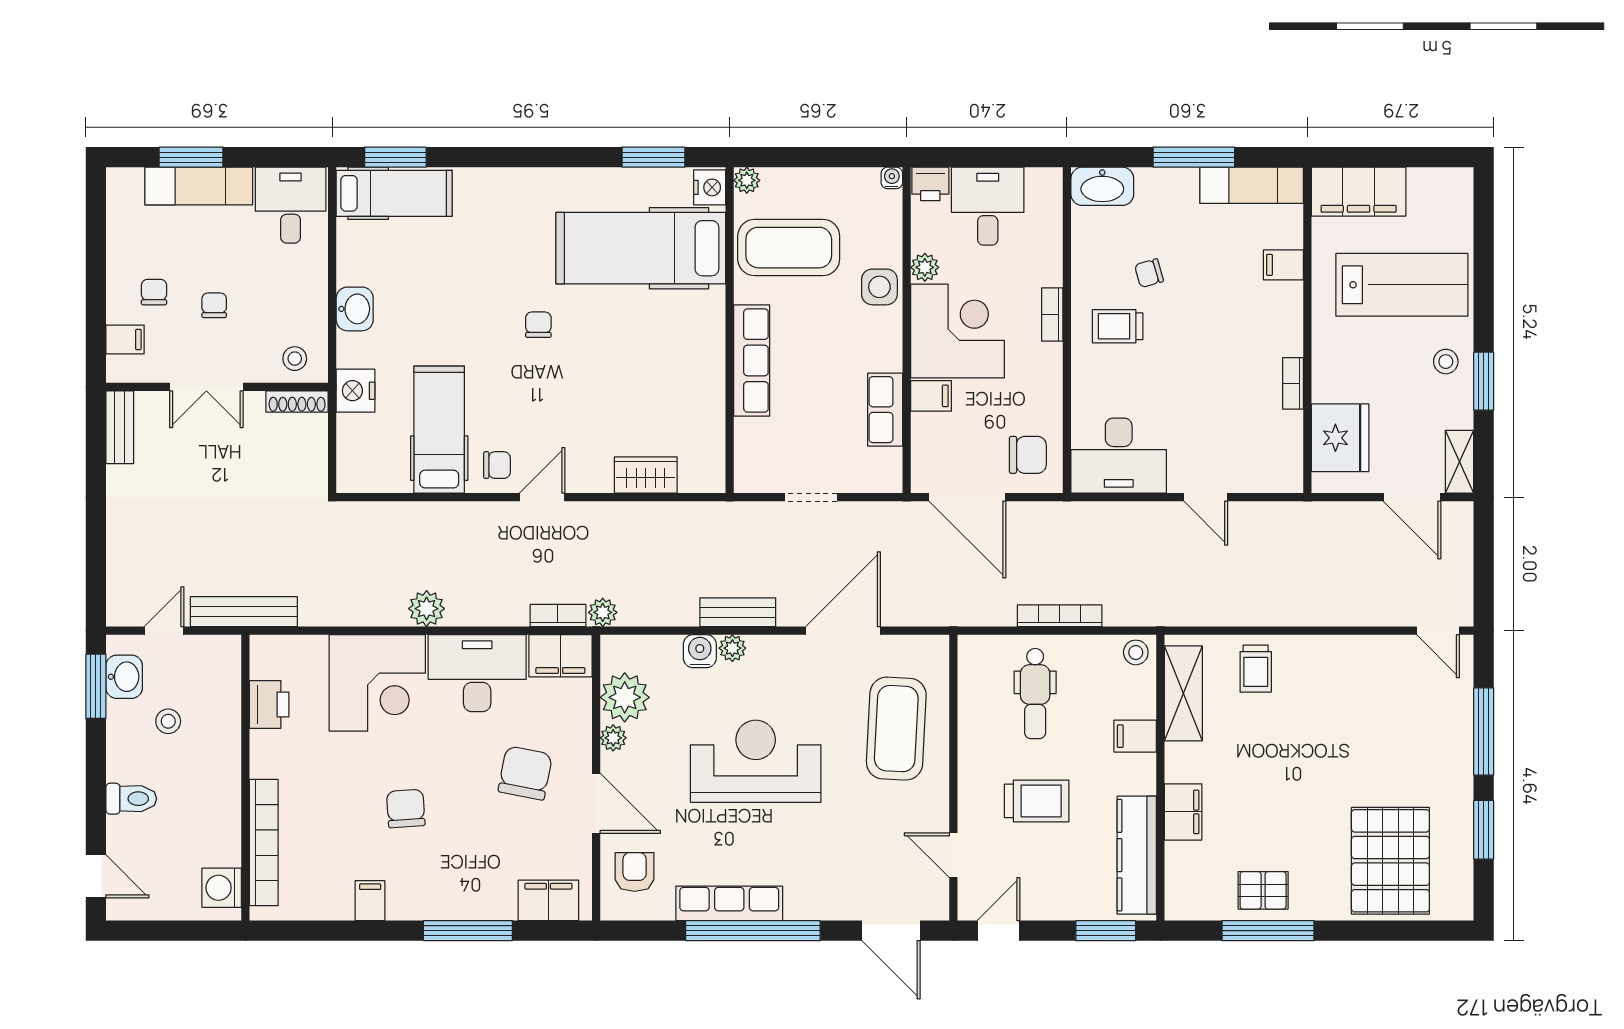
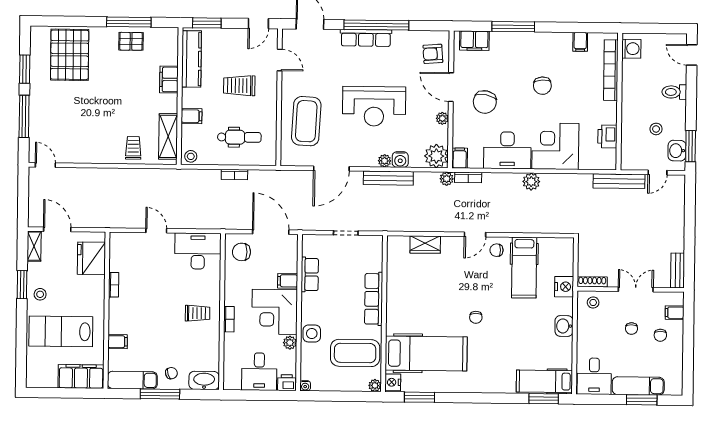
chair: (1149, 273) -> (171, 373), moved
bench: (738, 612) -> (388, 178), width x1.36
bookcase: (1060, 616) -> (234, 174), width x0.64
filing cabinet: (560, 656) -> (460, 158), width x0.50
dental chair: (1035, 694) -> (239, 137), turned 90
plant: (625, 697) -> (436, 156), moved
armchair: (635, 872) -> (433, 54), turned 86
filing cabinet: (370, 901) -> (580, 42), moved
row of seats: (729, 903) -> (366, 38), moved

